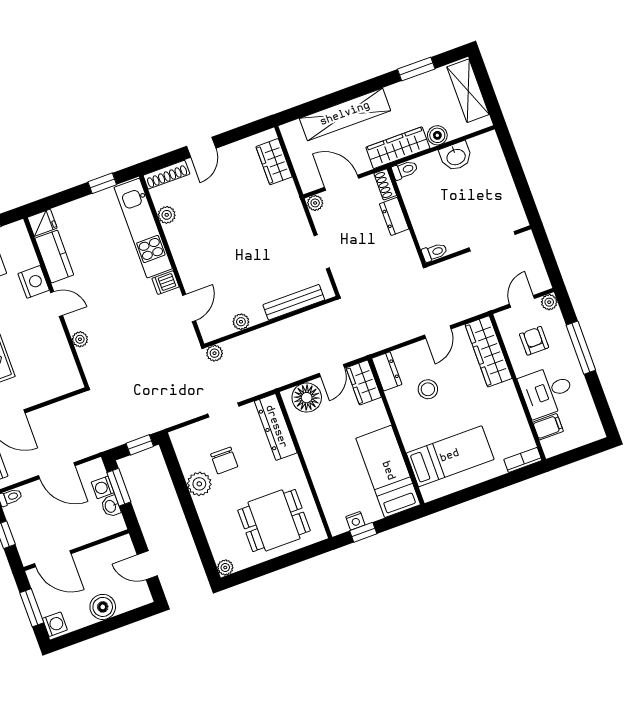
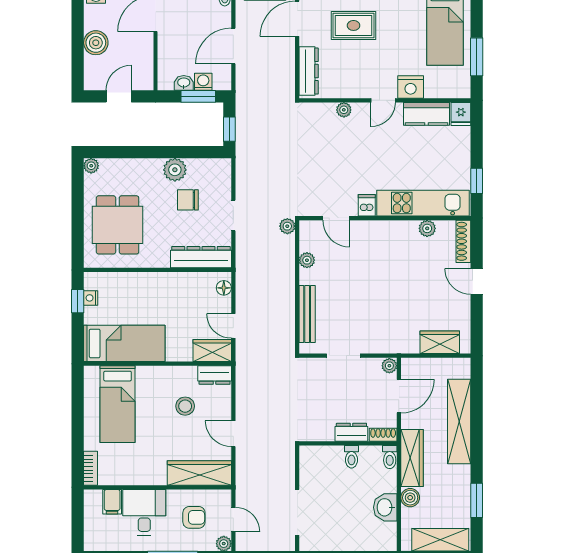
toilet: (434, 252) -> (351, 457), moved
dresser: (54, 388) -> (309, 71), added
floor lamp: (307, 398) -> (224, 288), width x0.53, depth x0.53

